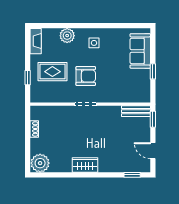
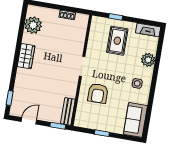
sofa: (140, 51) -> (135, 120), moved, turned -90
armchair: (86, 76) -> (98, 93), moved
plant: (40, 163) -> (33, 25), moved

